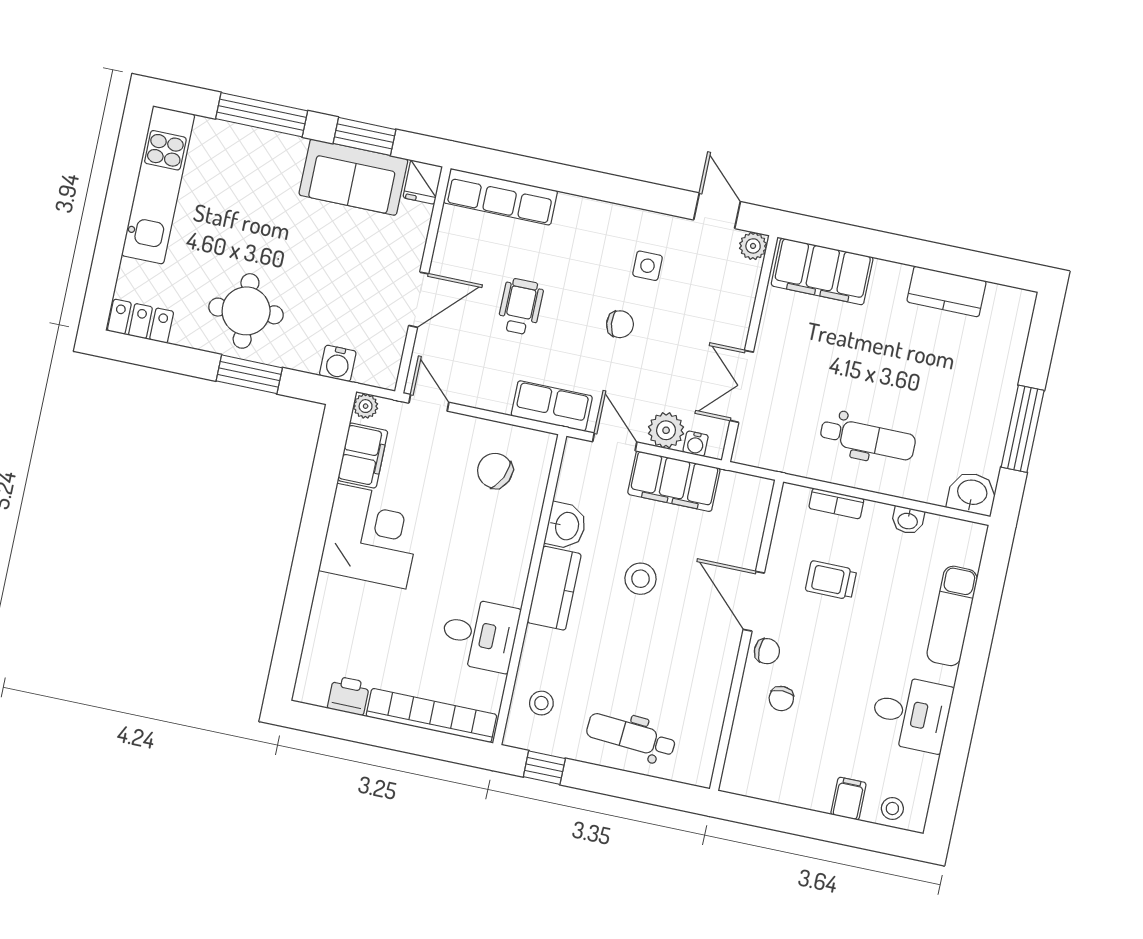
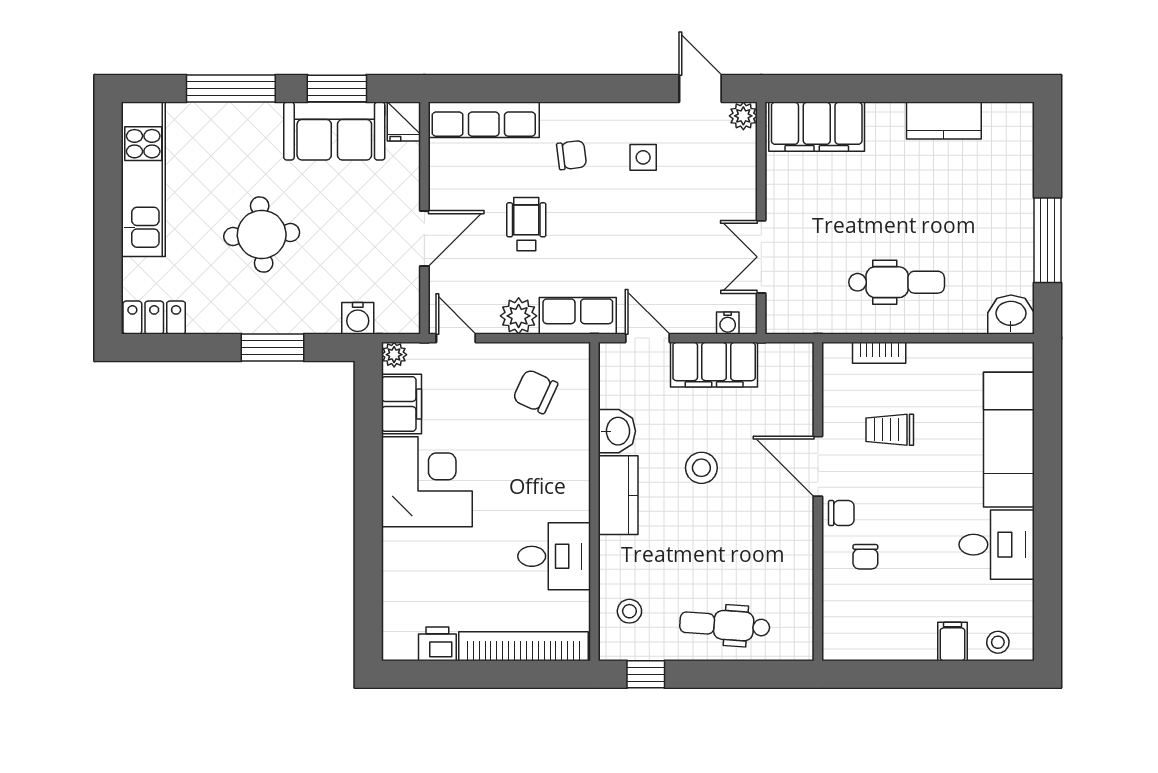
round table: (246, 311) -> (262, 234), moved
chair: (620, 324) -> (572, 155), moved
plant: (666, 430) -> (519, 316), moved
washbasin: (908, 520) -> (953, 355), removed
exam couch: (952, 616) -> (1009, 440), width x1.36, depth x1.45

